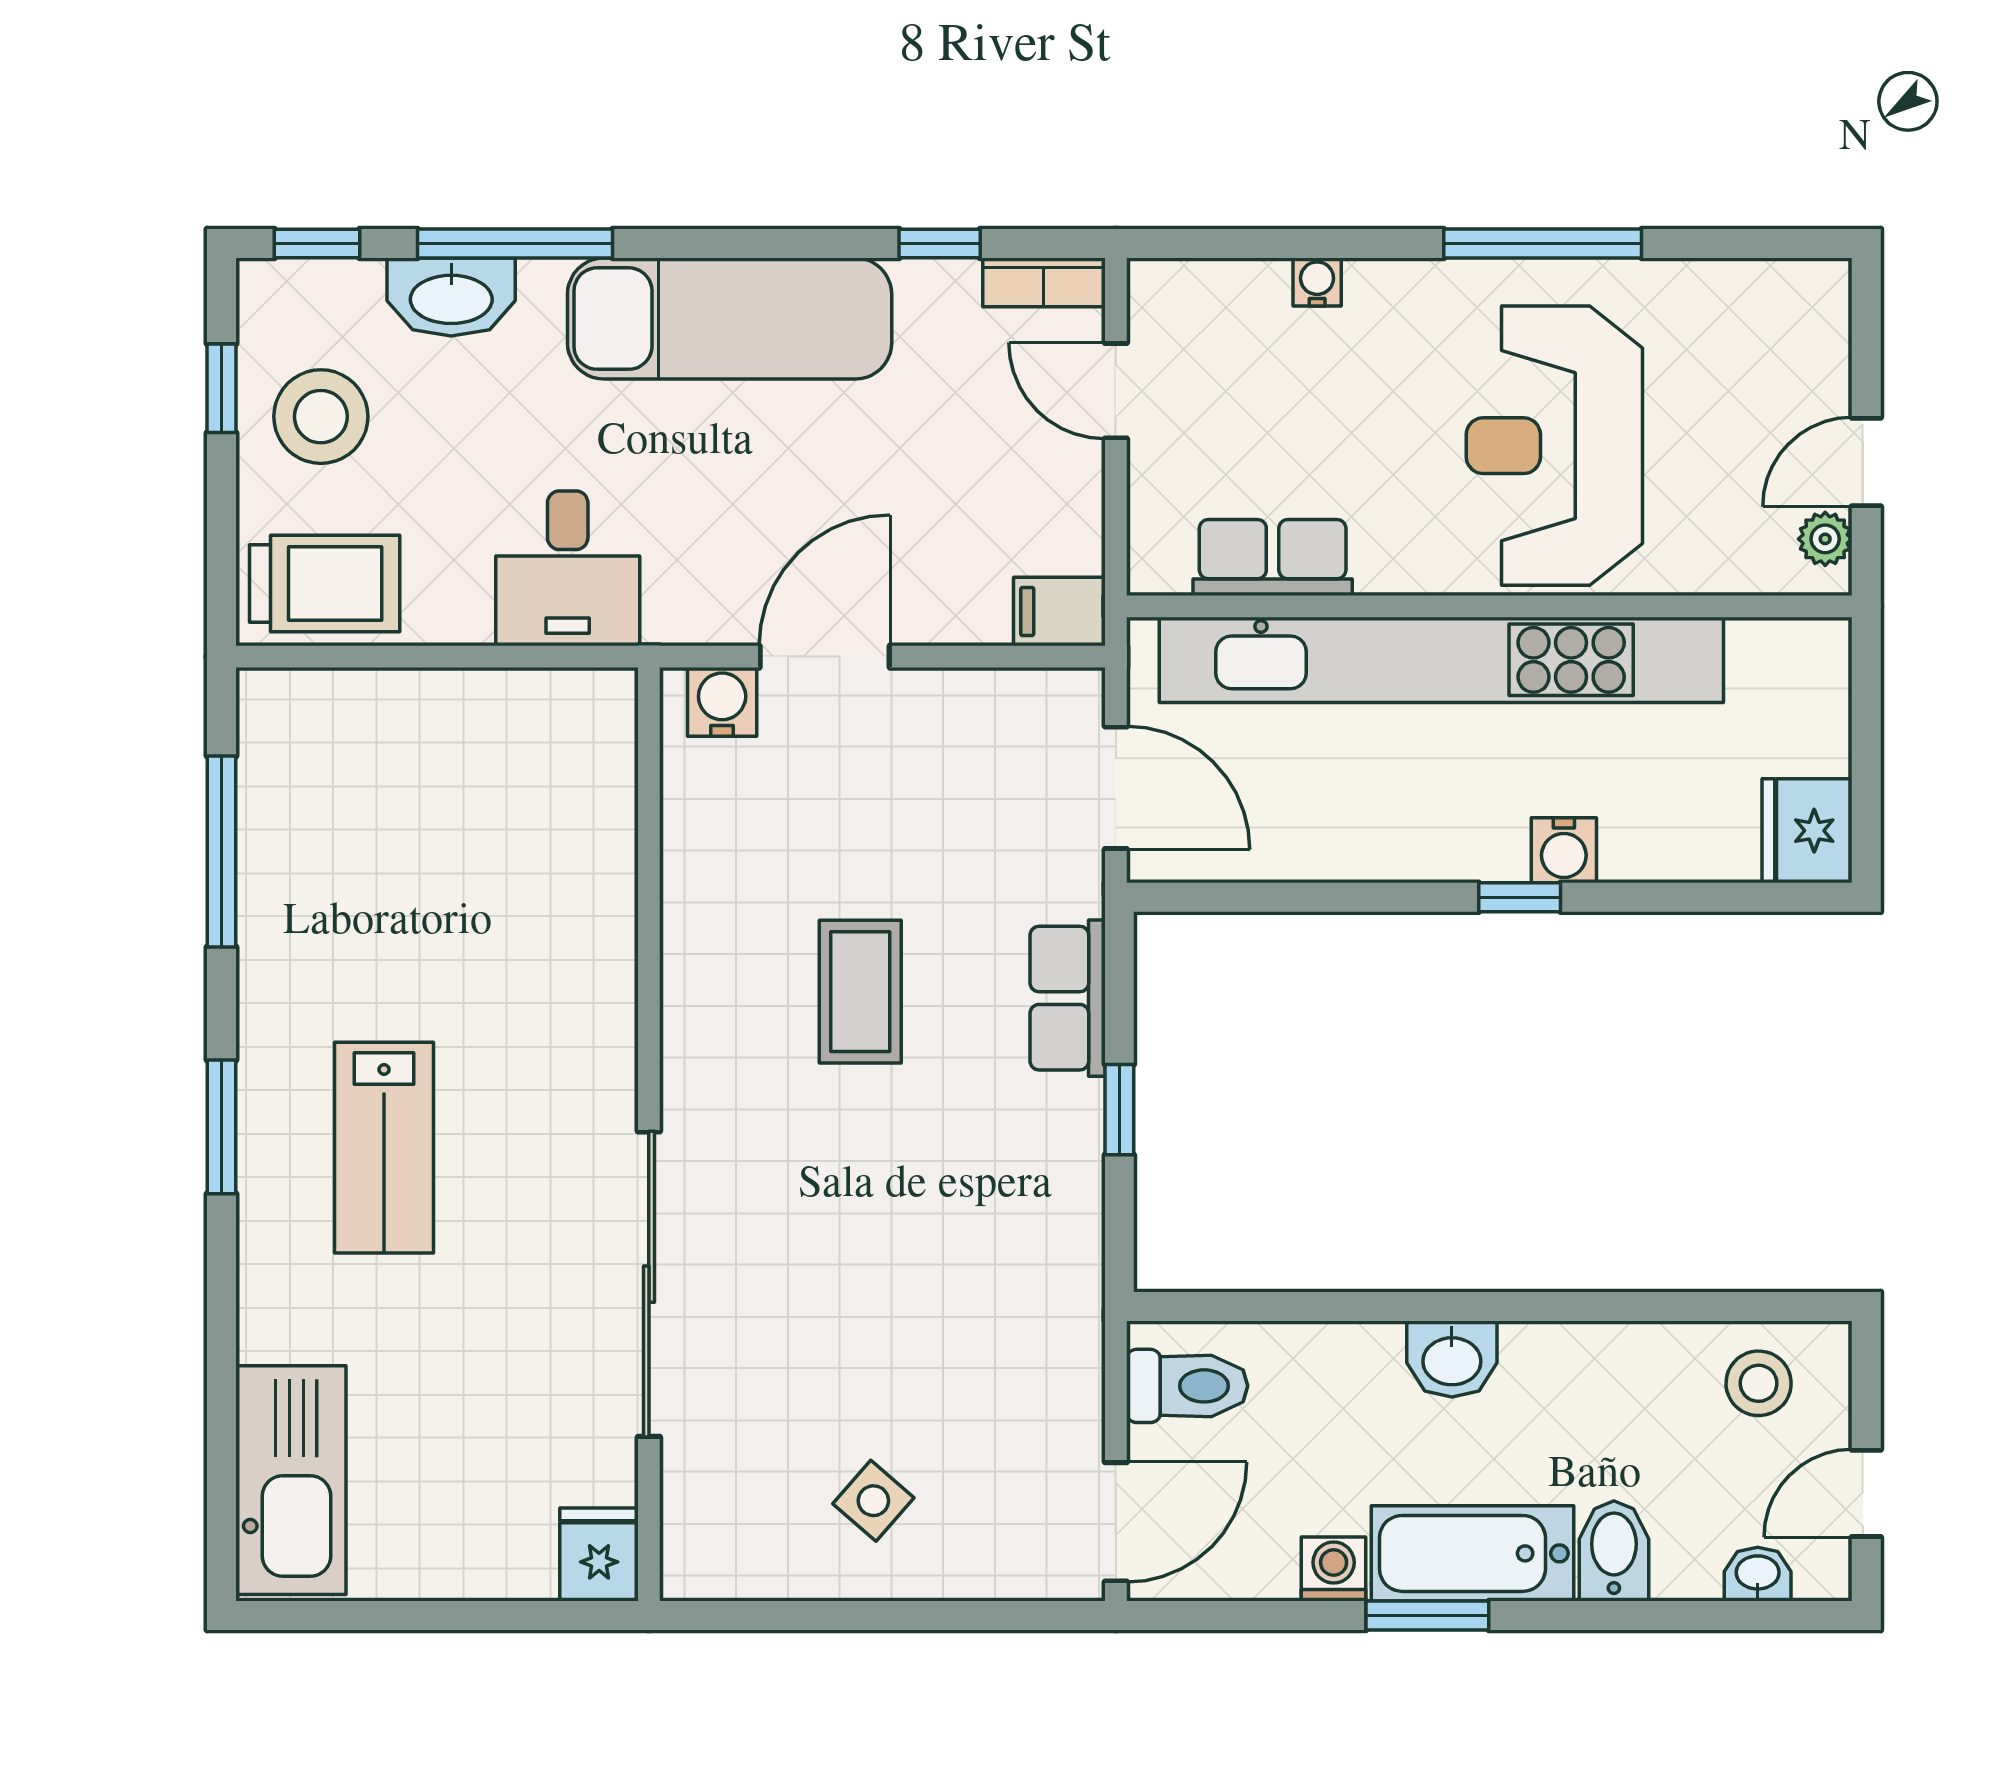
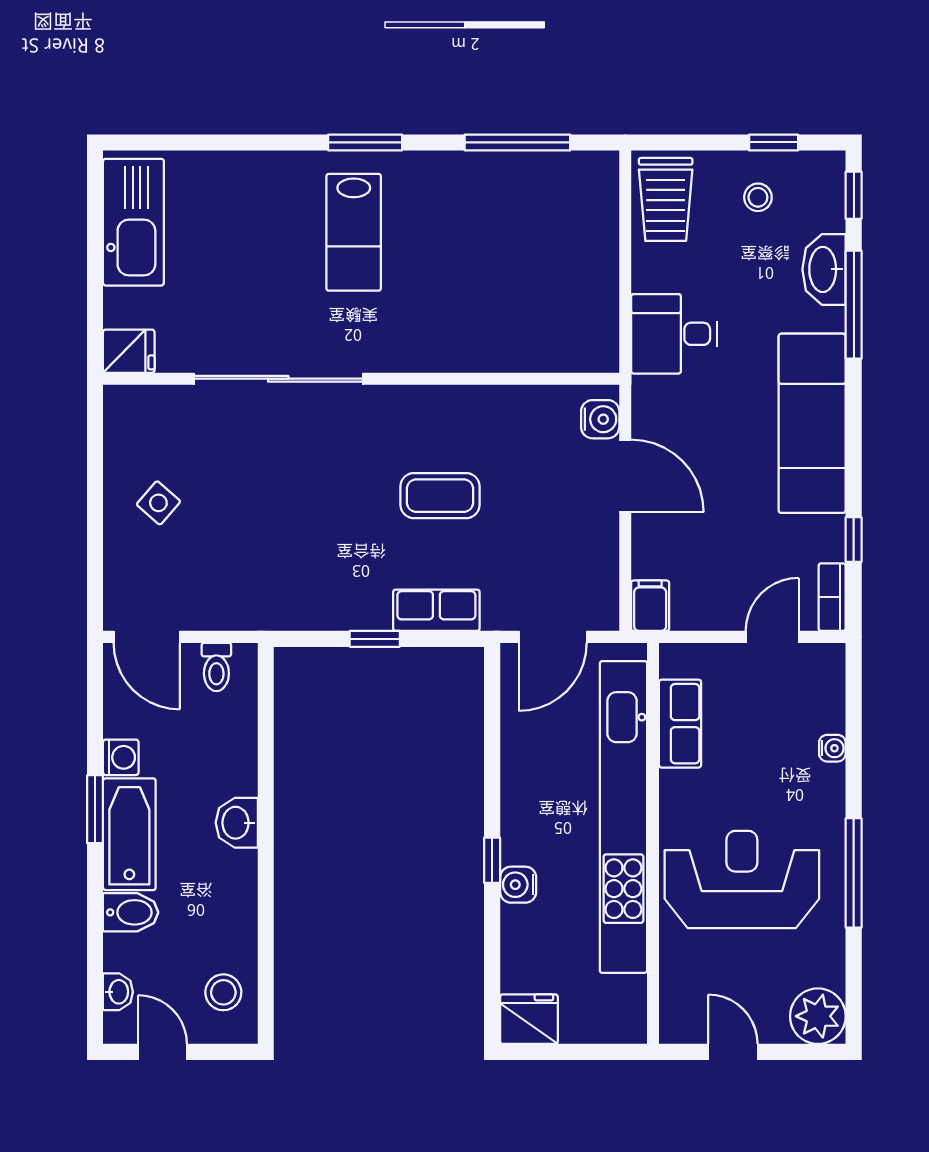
stool: (321, 417) -> (758, 197), width x0.53, depth x0.53
plant: (1825, 539) -> (818, 1016), moved, width x1.87, depth x1.87
lab bench: (384, 1148) -> (354, 232), turned -90
toilet: (1187, 1386) -> (216, 667), width x0.73, depth x0.72
kitchen sink: (291, 1480) -> (133, 222), moved, turned -90

